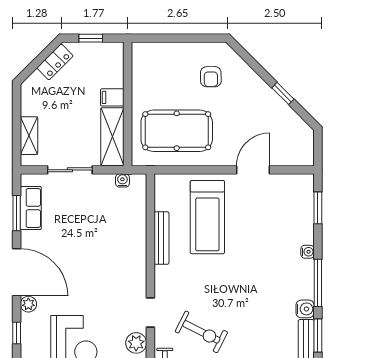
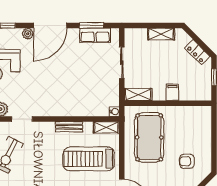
shelving: (29, 136) -> (161, 34), moved
shelving: (112, 137) -> (138, 94), width x0.67, depth x0.75
water cooler: (122, 180) -> (114, 112), moved
shelving: (162, 192) -> (106, 127), added
bench: (161, 238) -> (69, 127), width x0.73

